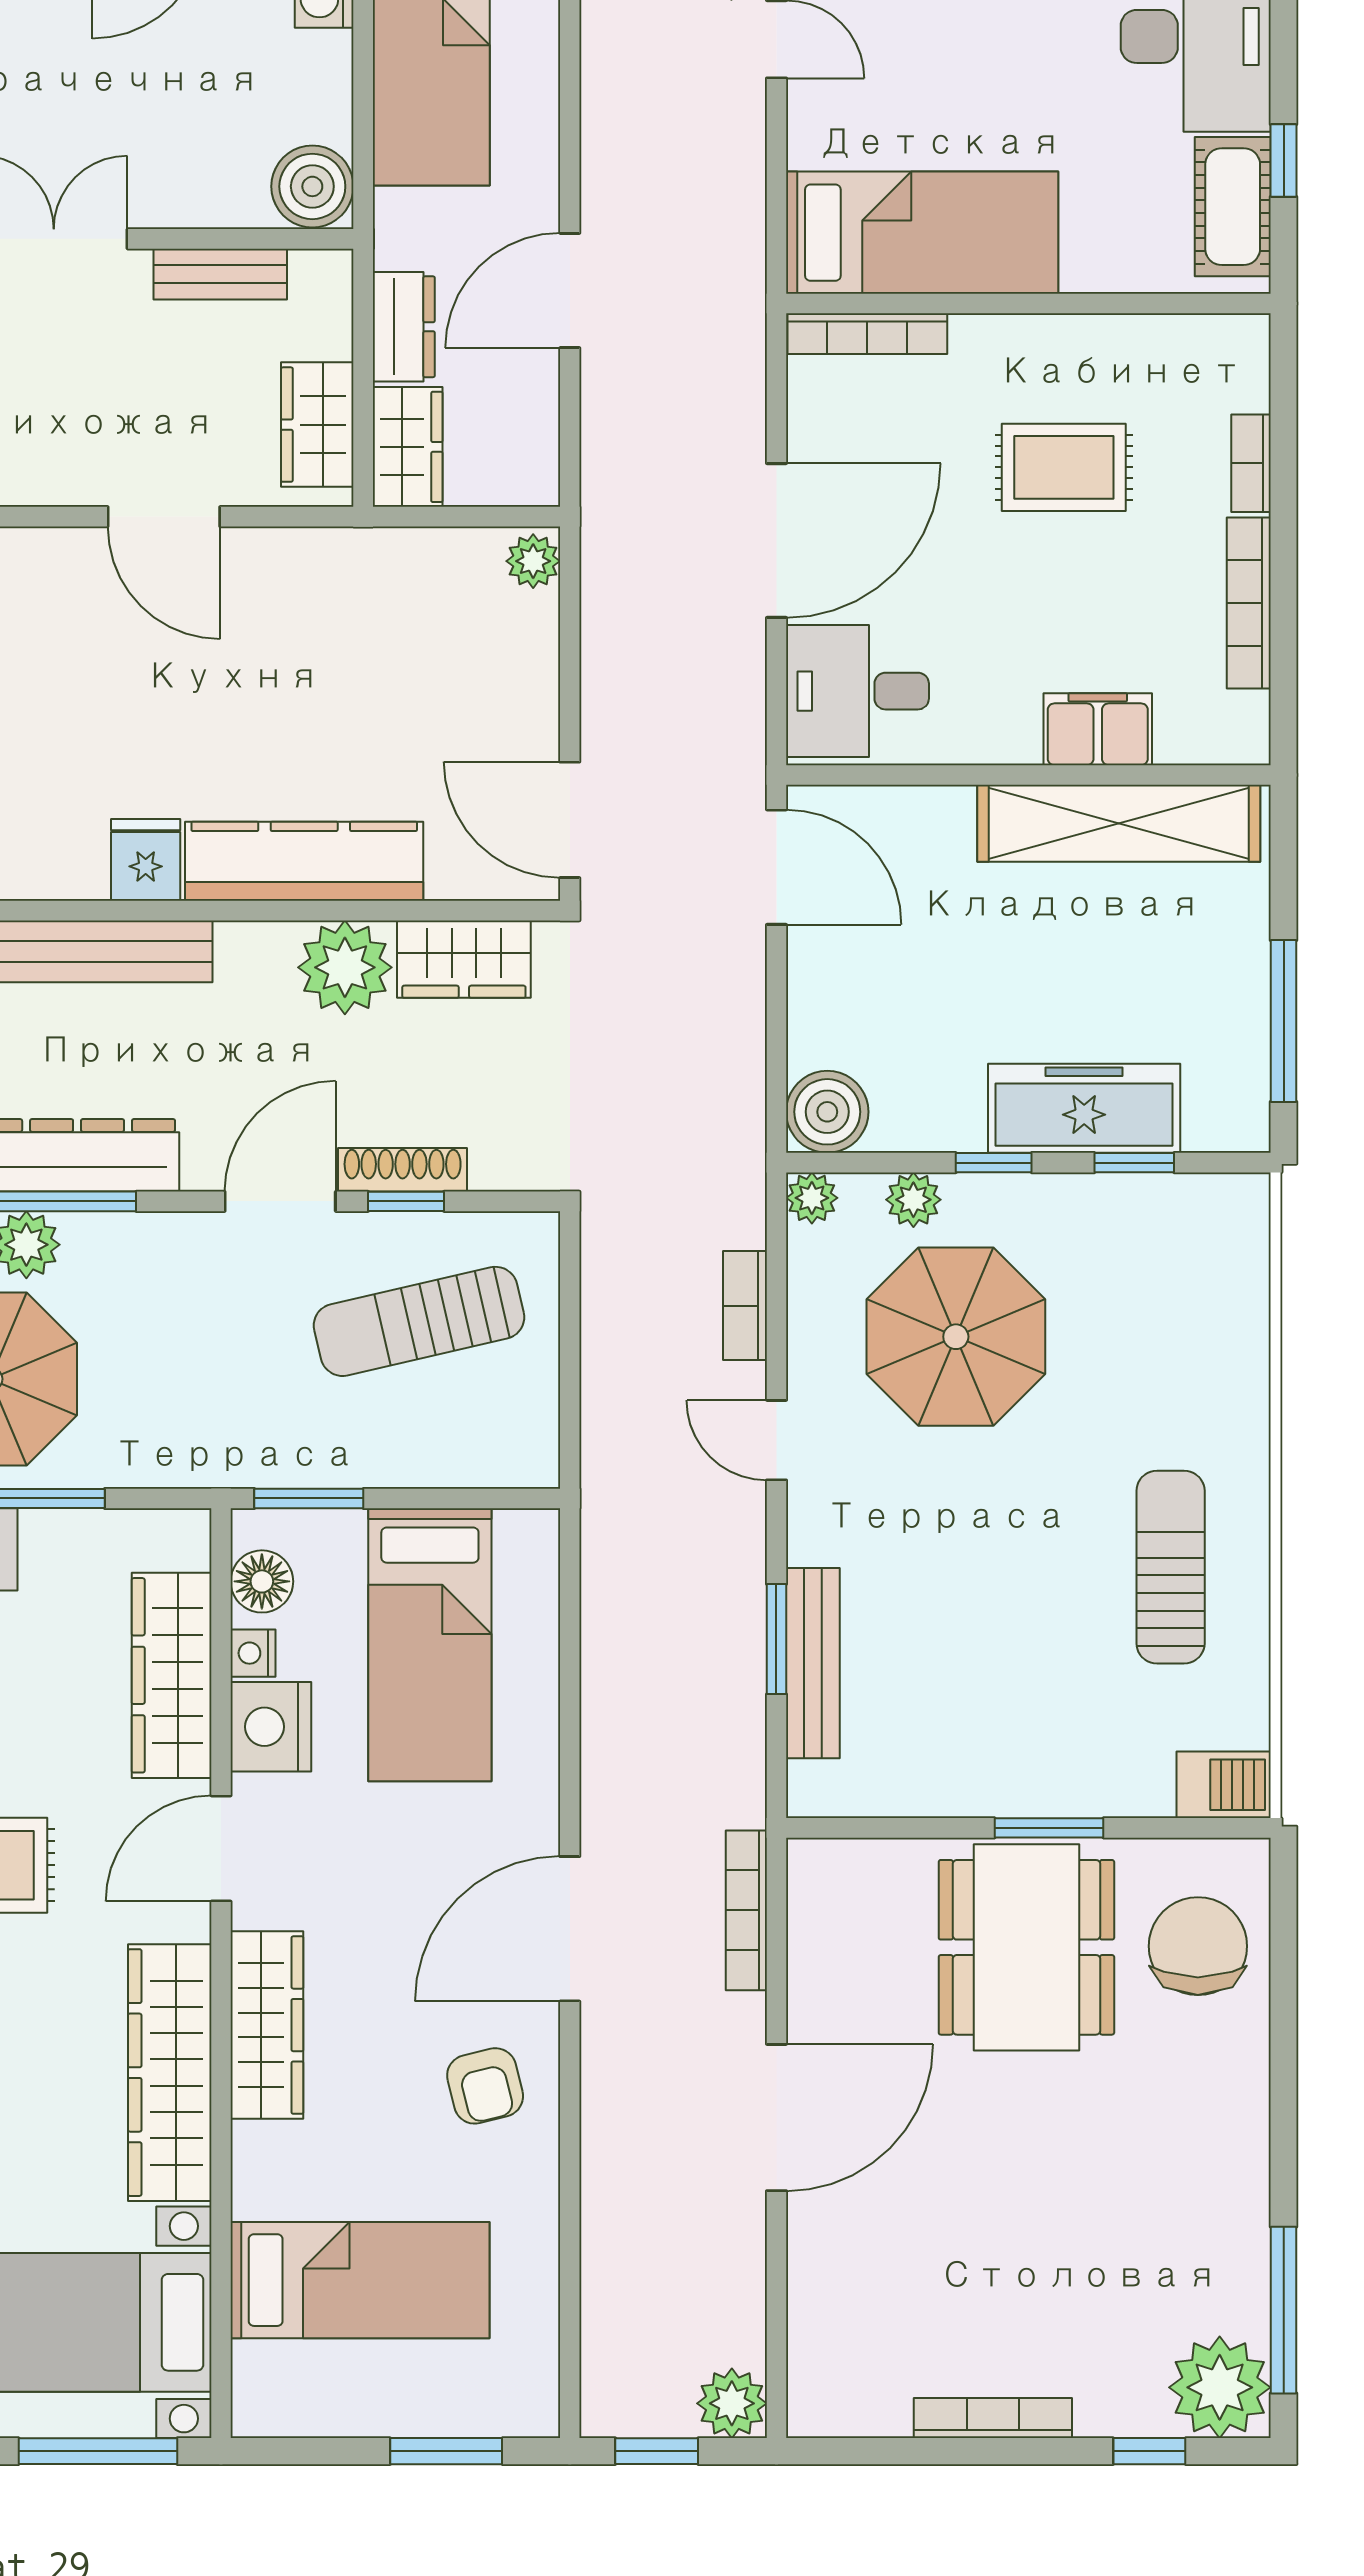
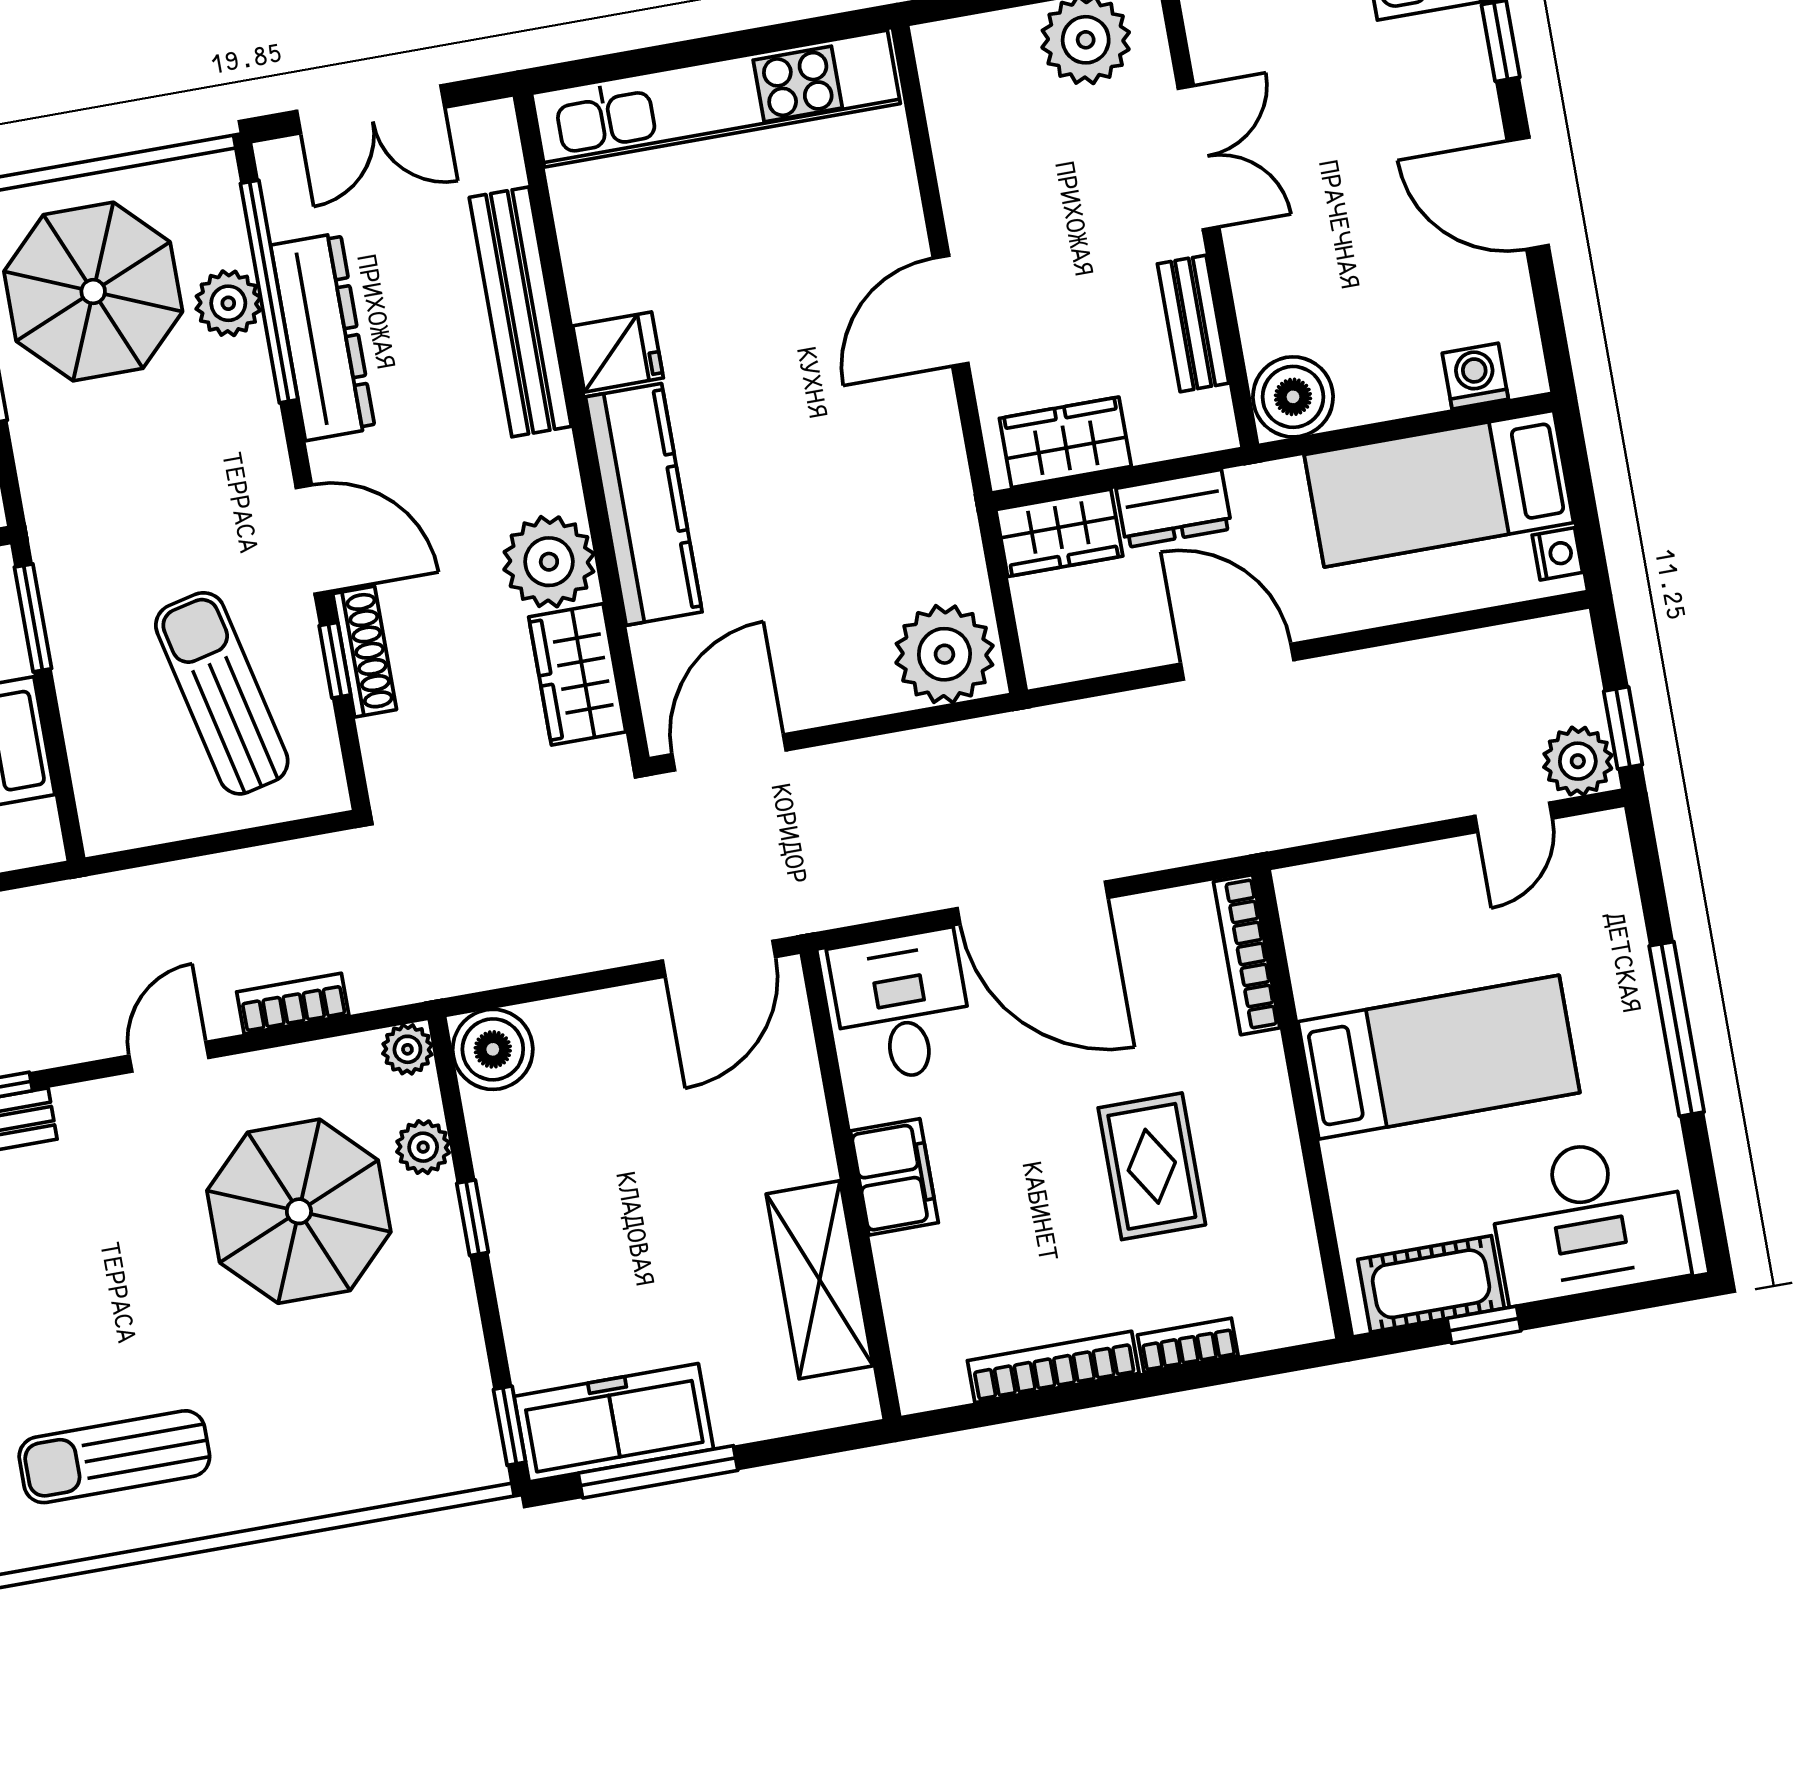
bed: (922, 233) -> (1439, 1057), moved, turned -90
plant: (533, 561) -> (944, 654), width x1.88, depth x1.88
filing cabinet: (1098, 729) -> (894, 1177), moved
shelving: (1119, 823) -> (820, 1280), width x0.68
freezer: (1084, 1108) -> (614, 1423), moved, turned -90
window: (1134, 1163) -> (510, 1426), moved
sun lounger: (1171, 1567) -> (114, 1457), turned 180

